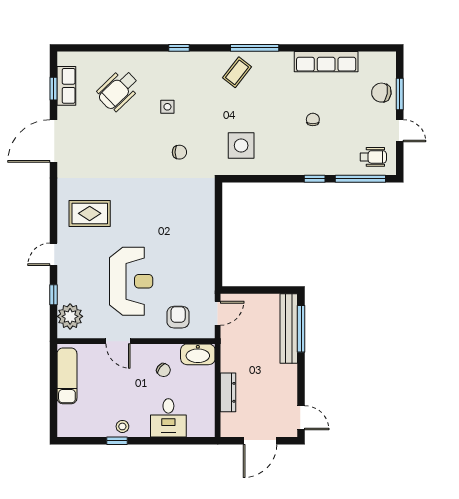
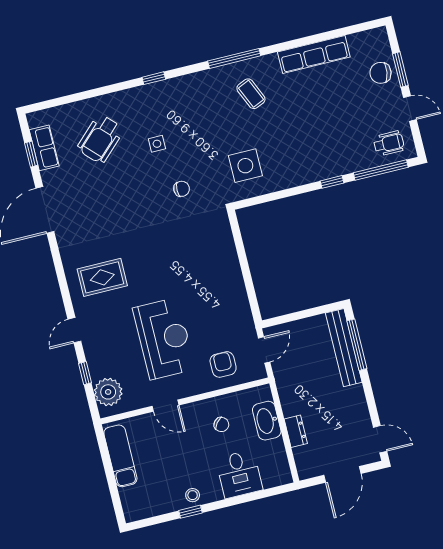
coffee table: (237, 72) -> (251, 94), moved, turned -62
chair: (313, 119) -> (315, 119), removed
washbasin: (198, 354) -> (267, 421), moved, turned 90
dresser: (228, 392) -> (296, 431), width x0.70

